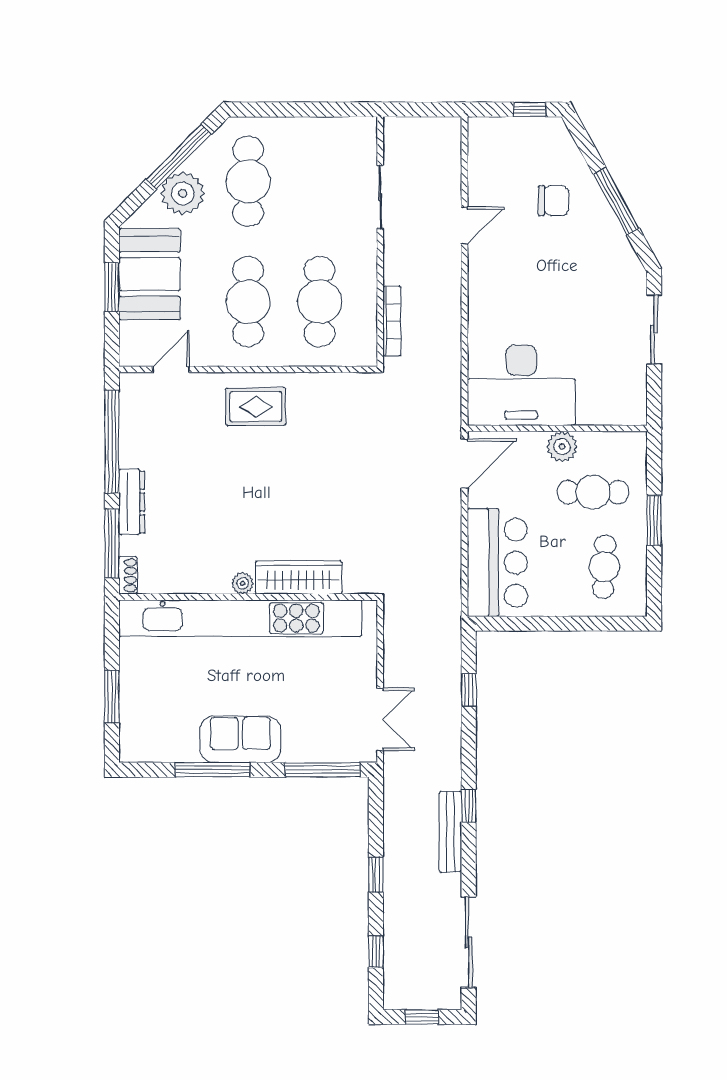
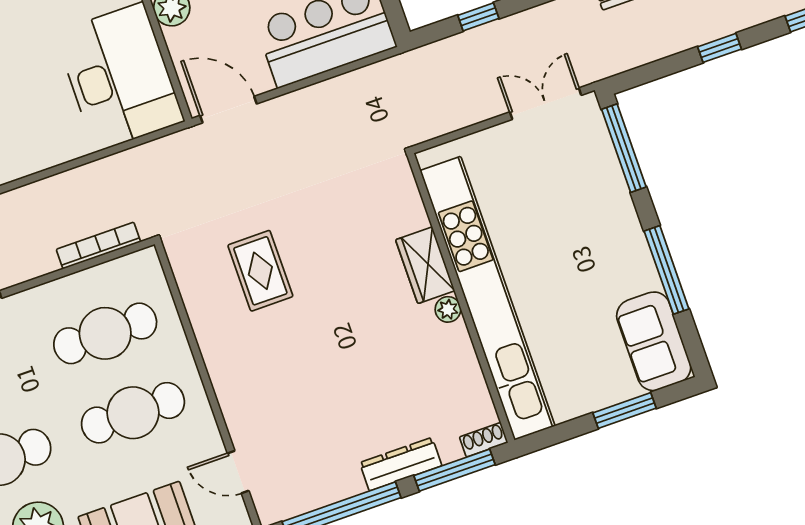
rug: (256, 407) -> (260, 271), moved
wardrobe: (299, 577) -> (425, 265), width x0.67
sofa: (240, 739) -> (654, 341), moved

